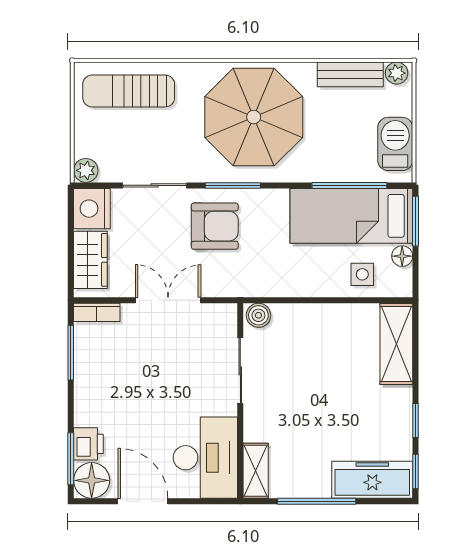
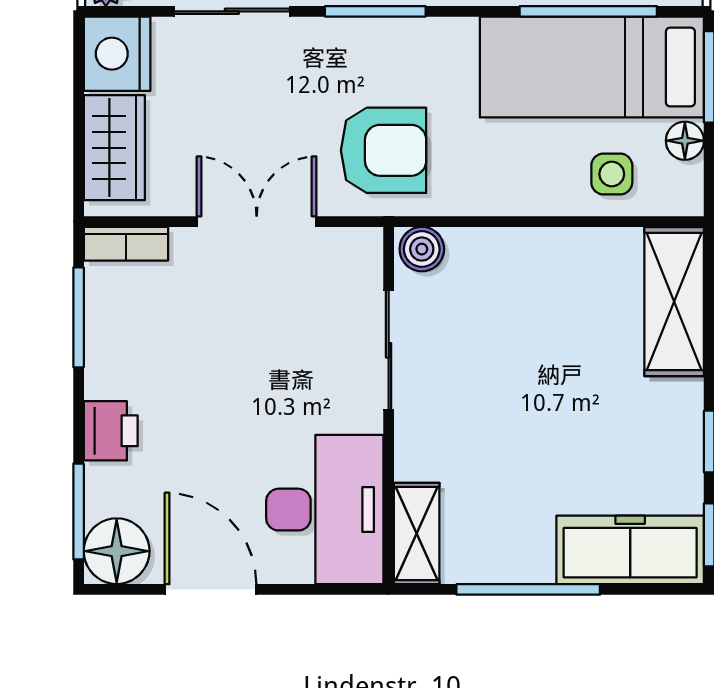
armchair: (215, 226) -> (384, 150), moved
printer: (88, 444) -> (111, 431), moved

